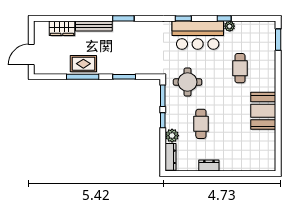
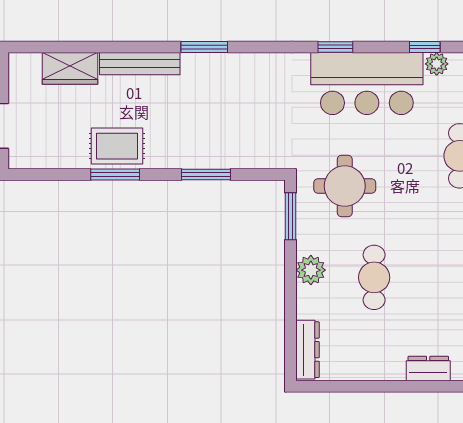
window: (83, 77) -> (115, 175), width x0.69
window: (163, 120) -> (291, 270), removed
plant: (172, 136) -> (311, 270), moved
dresser: (209, 165) -> (428, 369), moved

